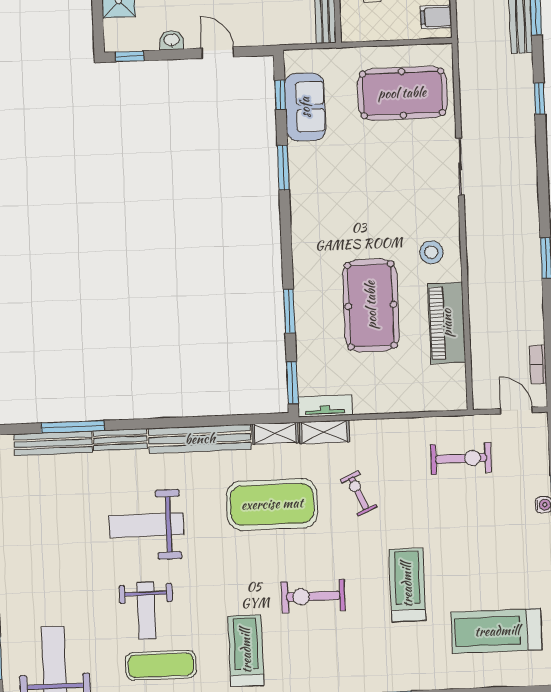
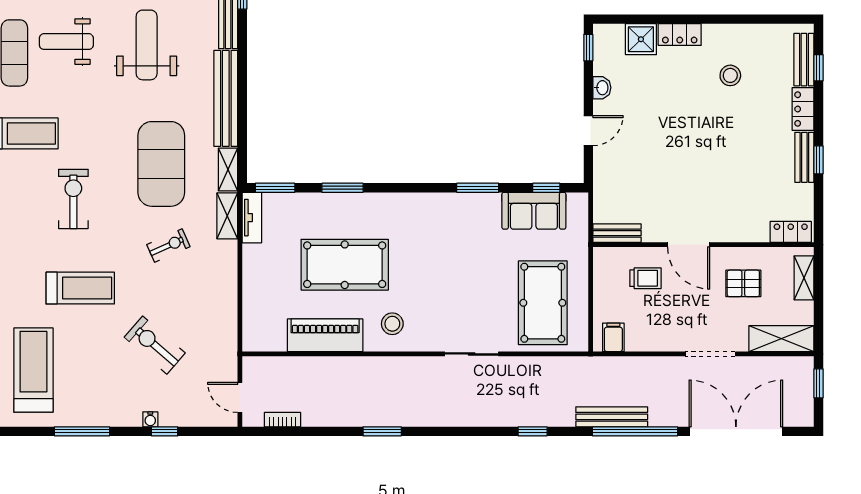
door: (516, 411) -> (240, 397), swing flipped
exercise bike: (461, 458) -> (155, 345), moved, turned 131

